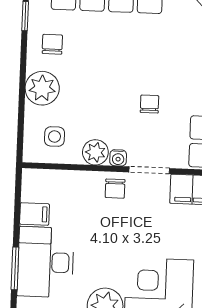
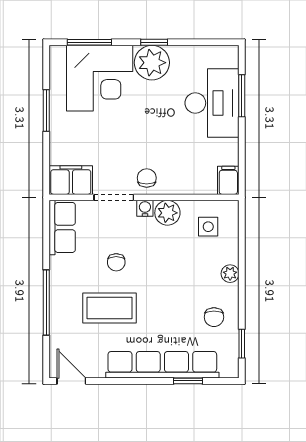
coffee table: (158, 58) -> (110, 308), added
plant: (42, 88) -> (230, 274), width x0.53, depth x0.53
filing cabinet: (34, 214) -> (228, 180), moved, turned 90

